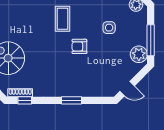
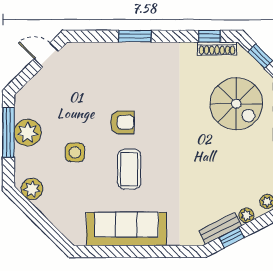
coffee table: (62, 19) -> (129, 169), moved
plant: (139, 54) -> (28, 133), moved

